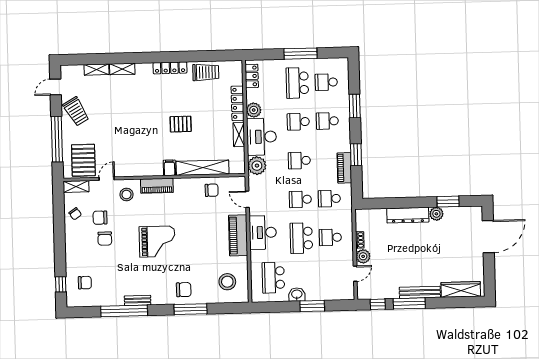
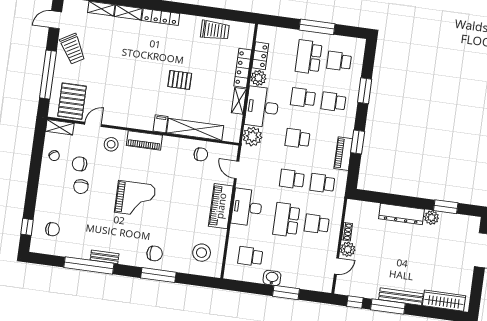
locker: (170, 68) -> (161, 17), moved
locker: (252, 76) -> (260, 56), moved
school desk: (273, 278) -> (250, 256), width x0.54

